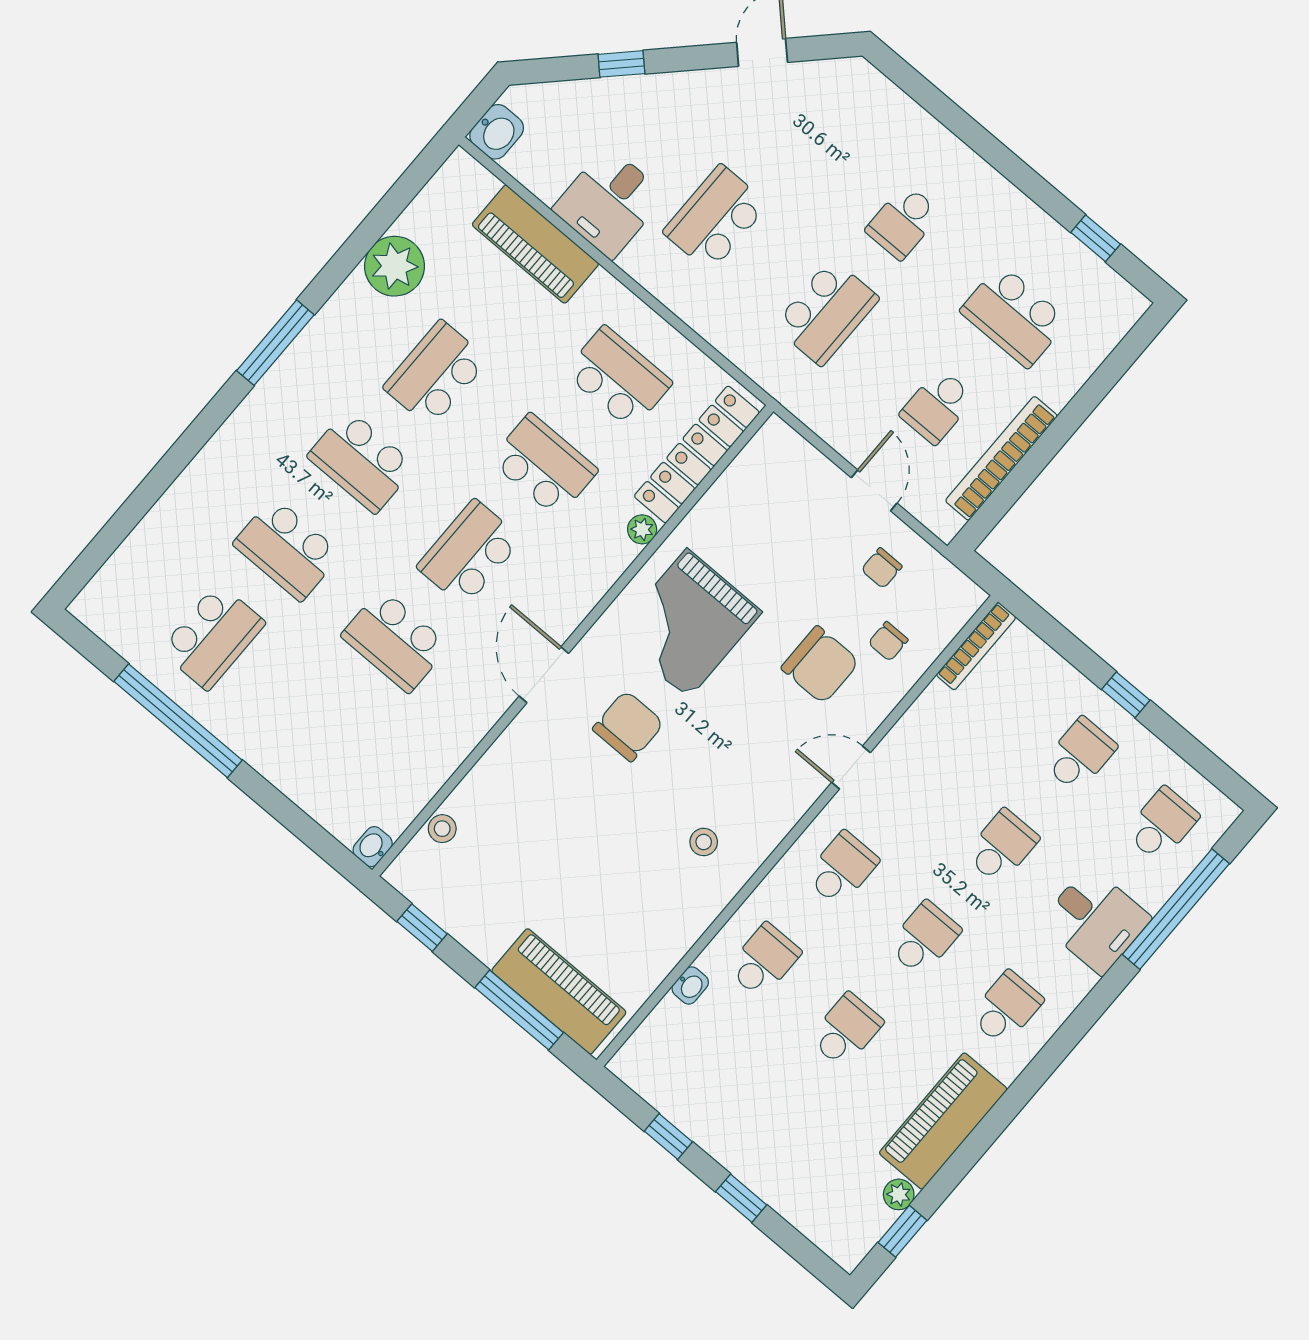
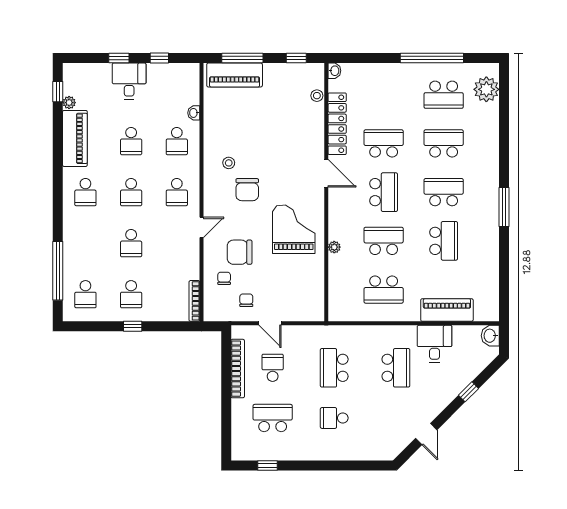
school desk: (903, 222) -> (334, 418), turned -90
plant: (394, 266) -> (486, 89), moved
locker: (697, 454) -> (337, 124), moved
school desk: (544, 465) -> (384, 241), turned 180
school desk: (213, 637) -> (444, 95), turned -90
chair: (628, 726) -> (247, 190), moved
desk: (1095, 920) -> (129, 81), moved, turned 90

